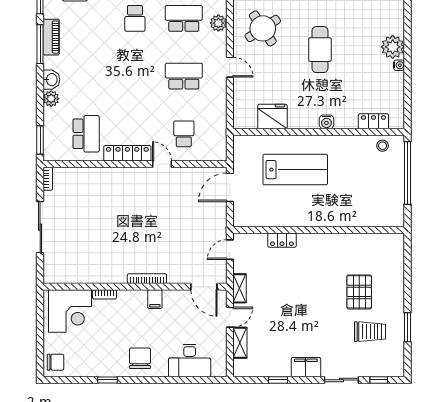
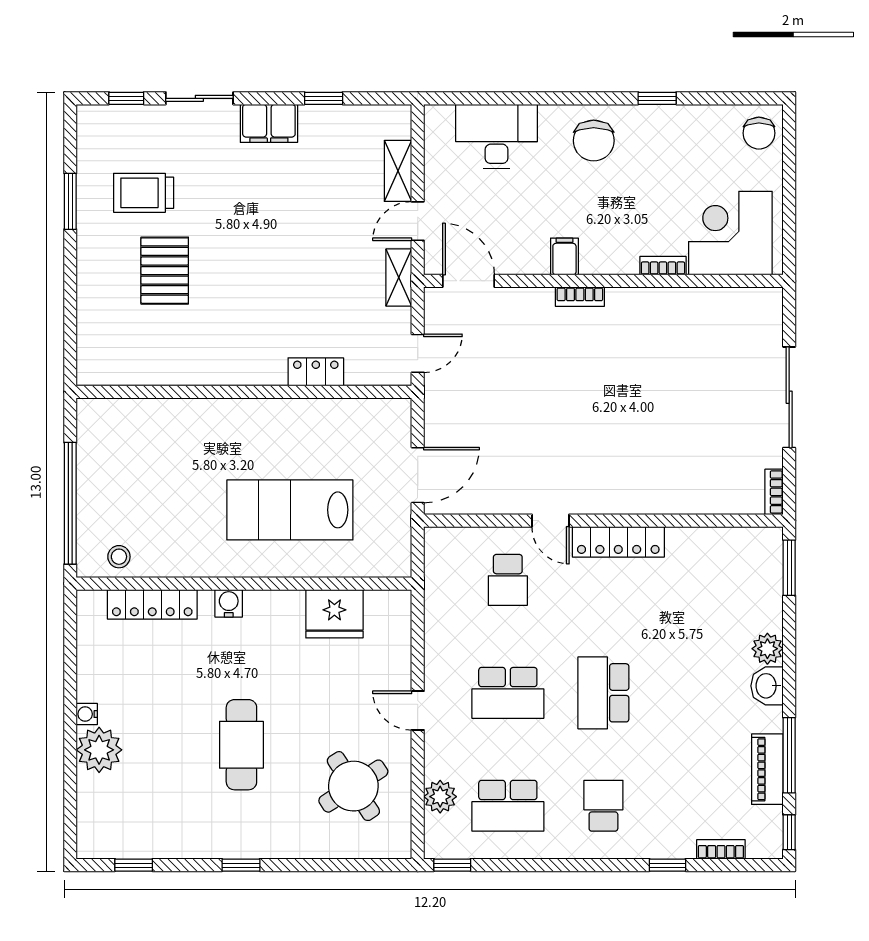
locker: (373, 121) -> (152, 604), width x1.53
school desk: (86, 134) -> (603, 693), moved
bookcase: (147, 279) -> (580, 297), width x0.64
chair: (55, 362) -> (759, 133), turned -90

